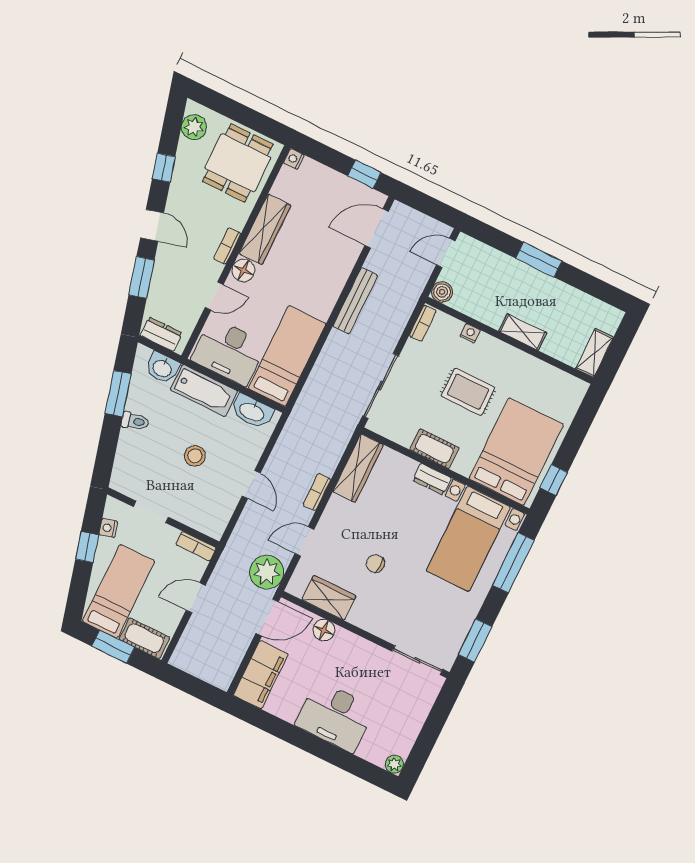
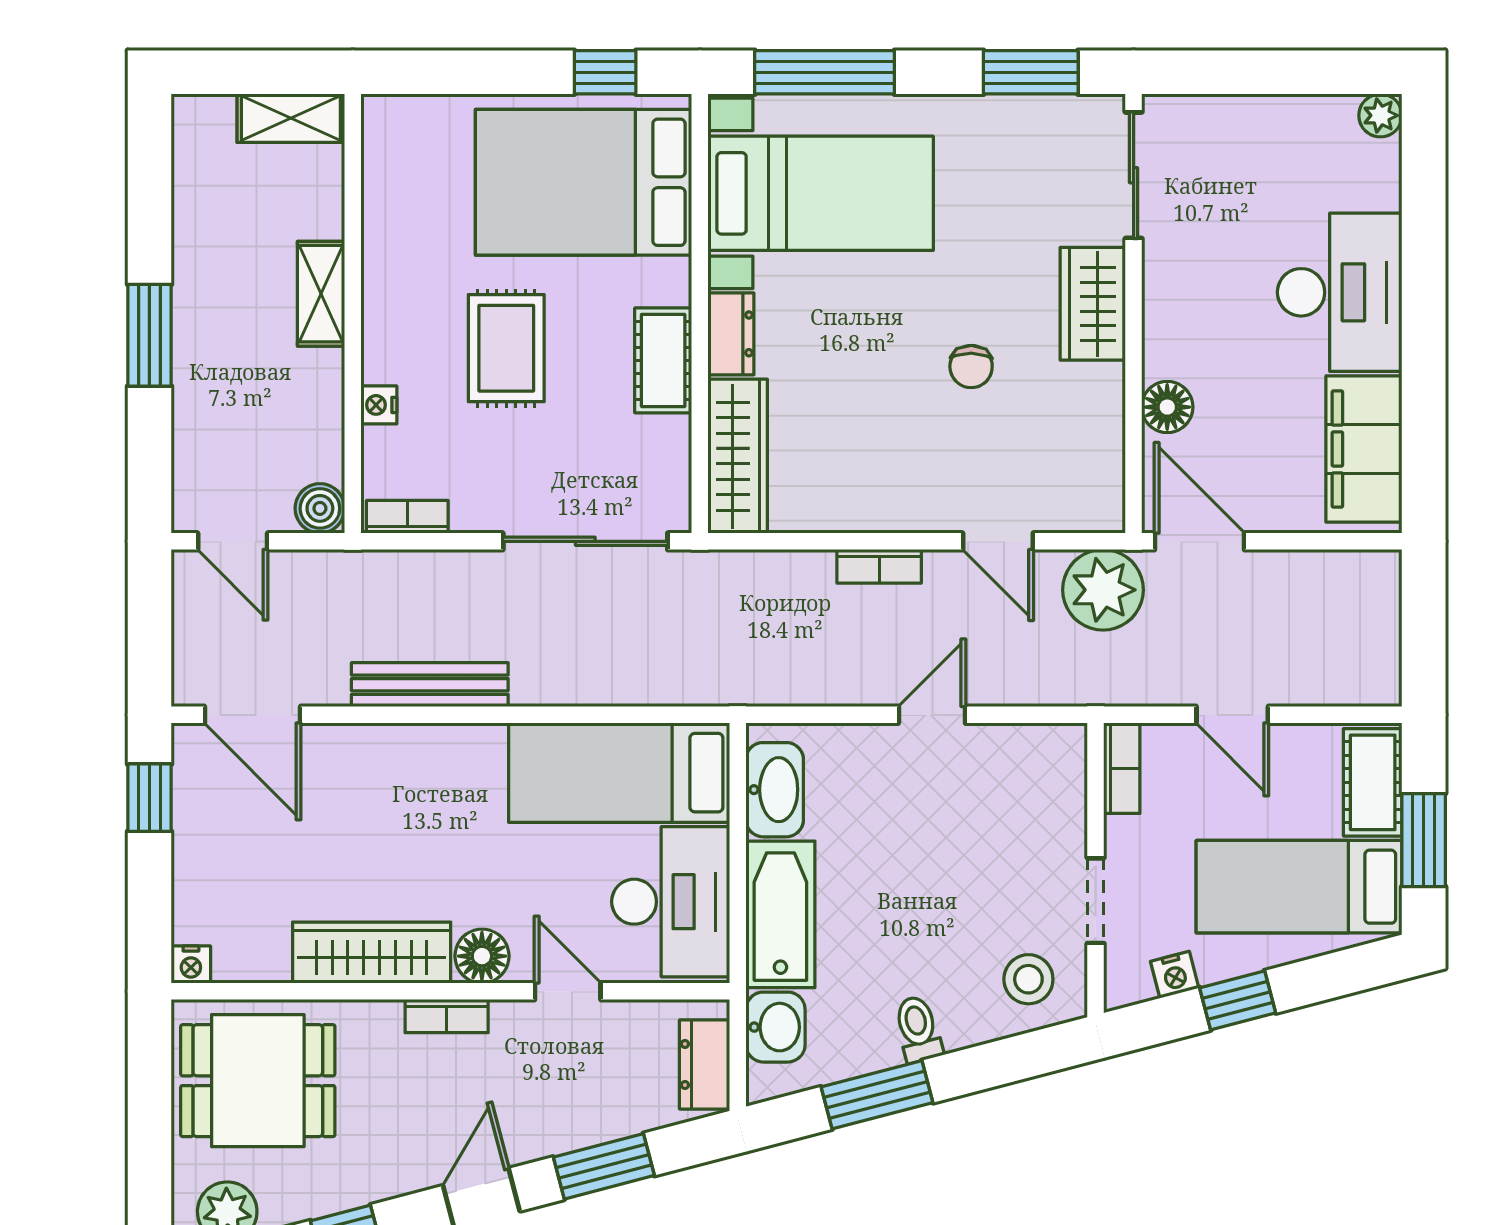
stool: (195, 456) -> (1028, 979), moved
wardrobe: (358, 468) -> (738, 456), moved, turned 90
wardrobe: (329, 598) -> (1093, 304), moved
filing cabinet: (261, 675) -> (1364, 449), moved, turned -90

